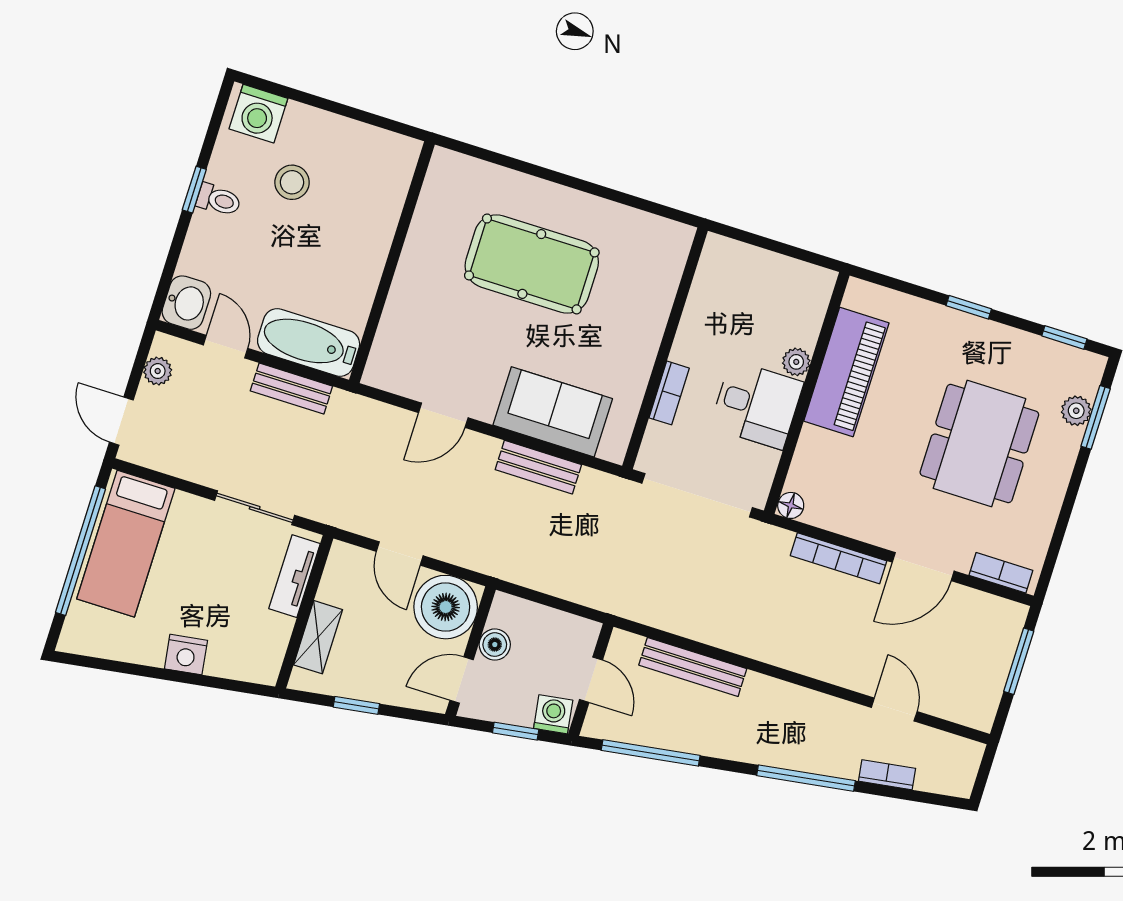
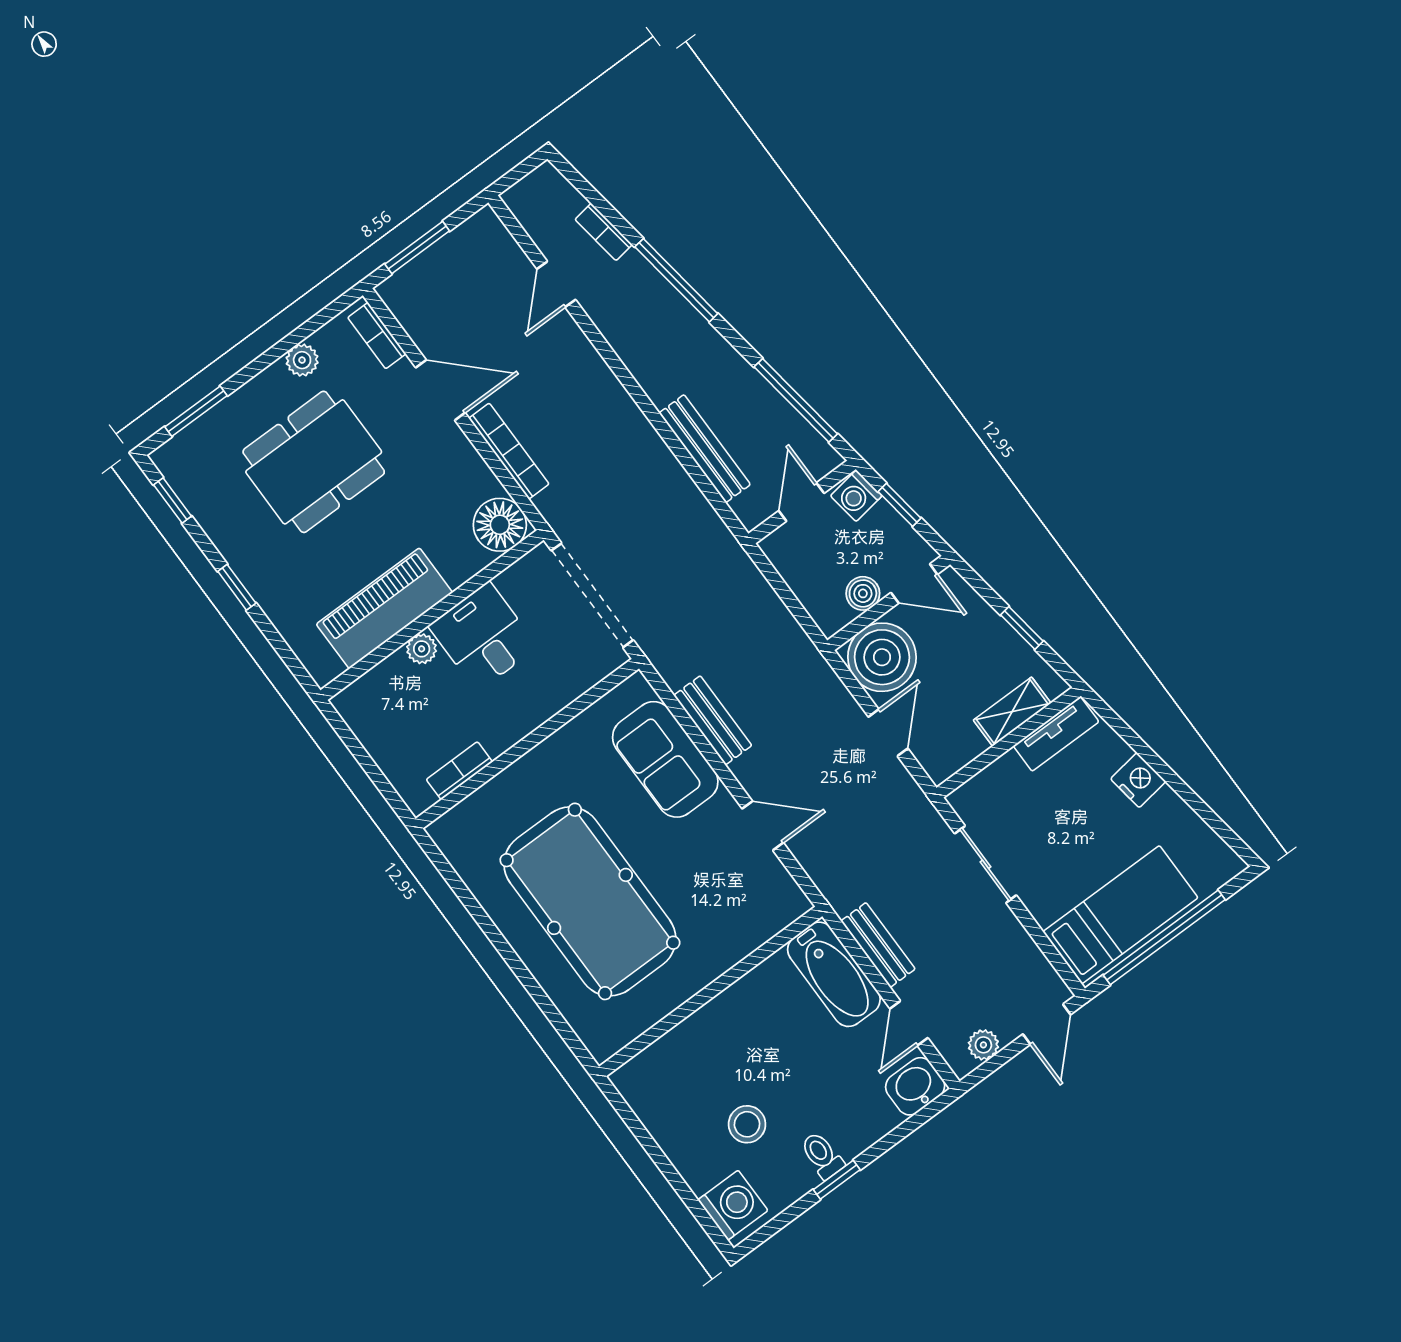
pool table: (532, 264) -> (590, 901), width x1.36, depth x1.32
bookcase: (669, 393) -> (459, 771), moved
plant: (1076, 411) -> (302, 360), moved
floor lamp: (791, 505) -> (500, 525), width x1.89, depth x1.89
tv unit: (294, 576) -> (1056, 734), moved

